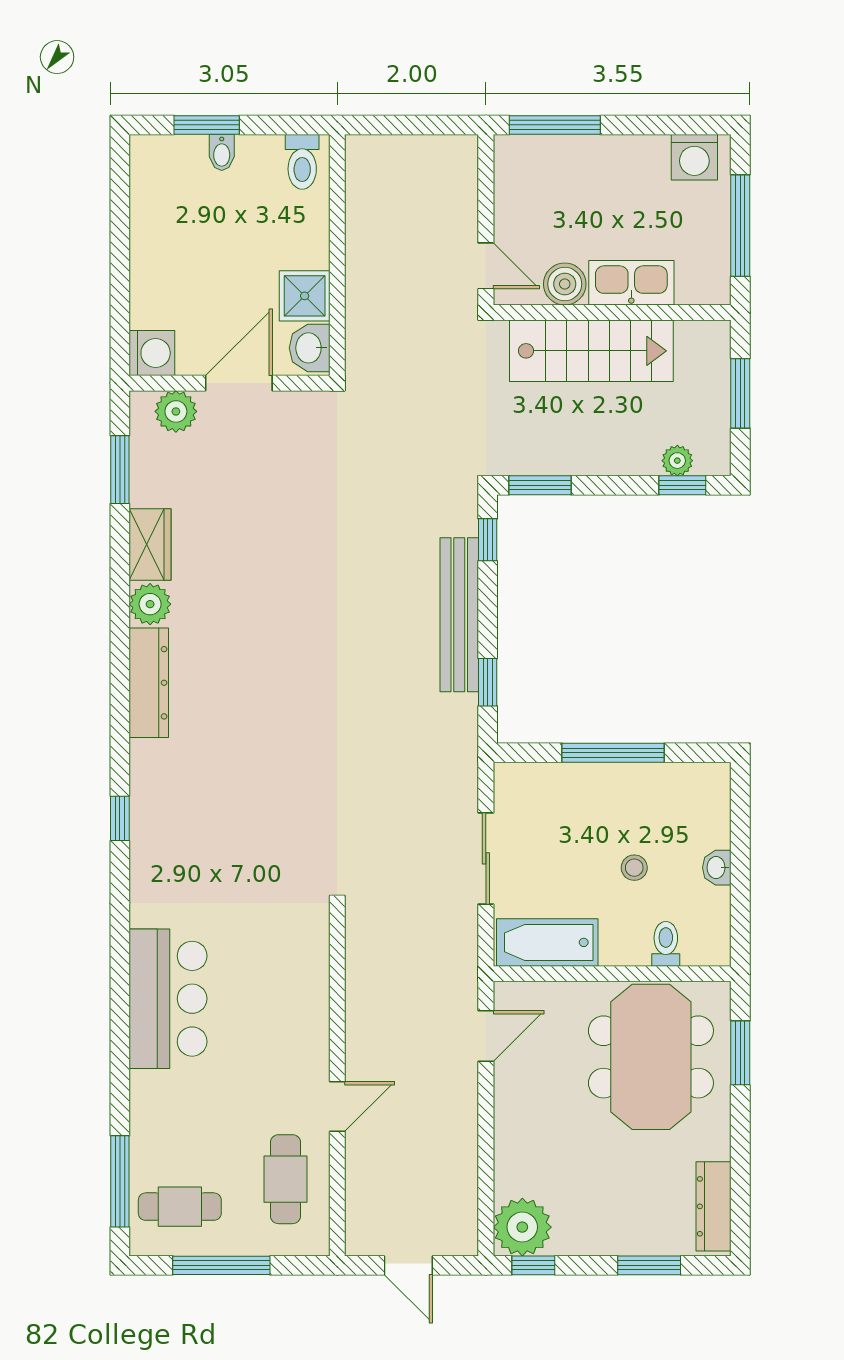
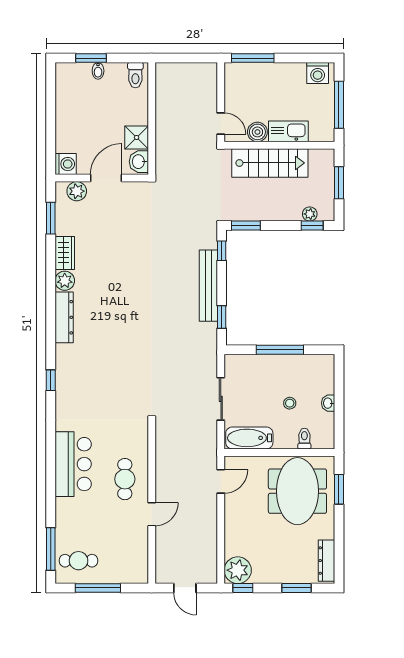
cafe table: (286, 1179) -> (125, 479), moved

